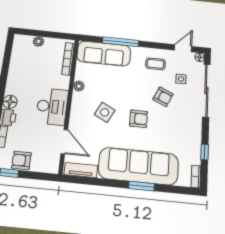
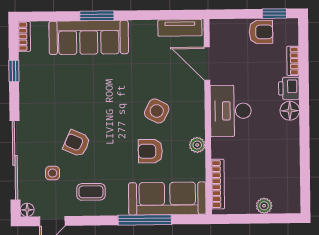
armchair: (139, 119) -> (150, 151), moved
sofa: (139, 166) -> (89, 37), width x0.74, depth x0.79

